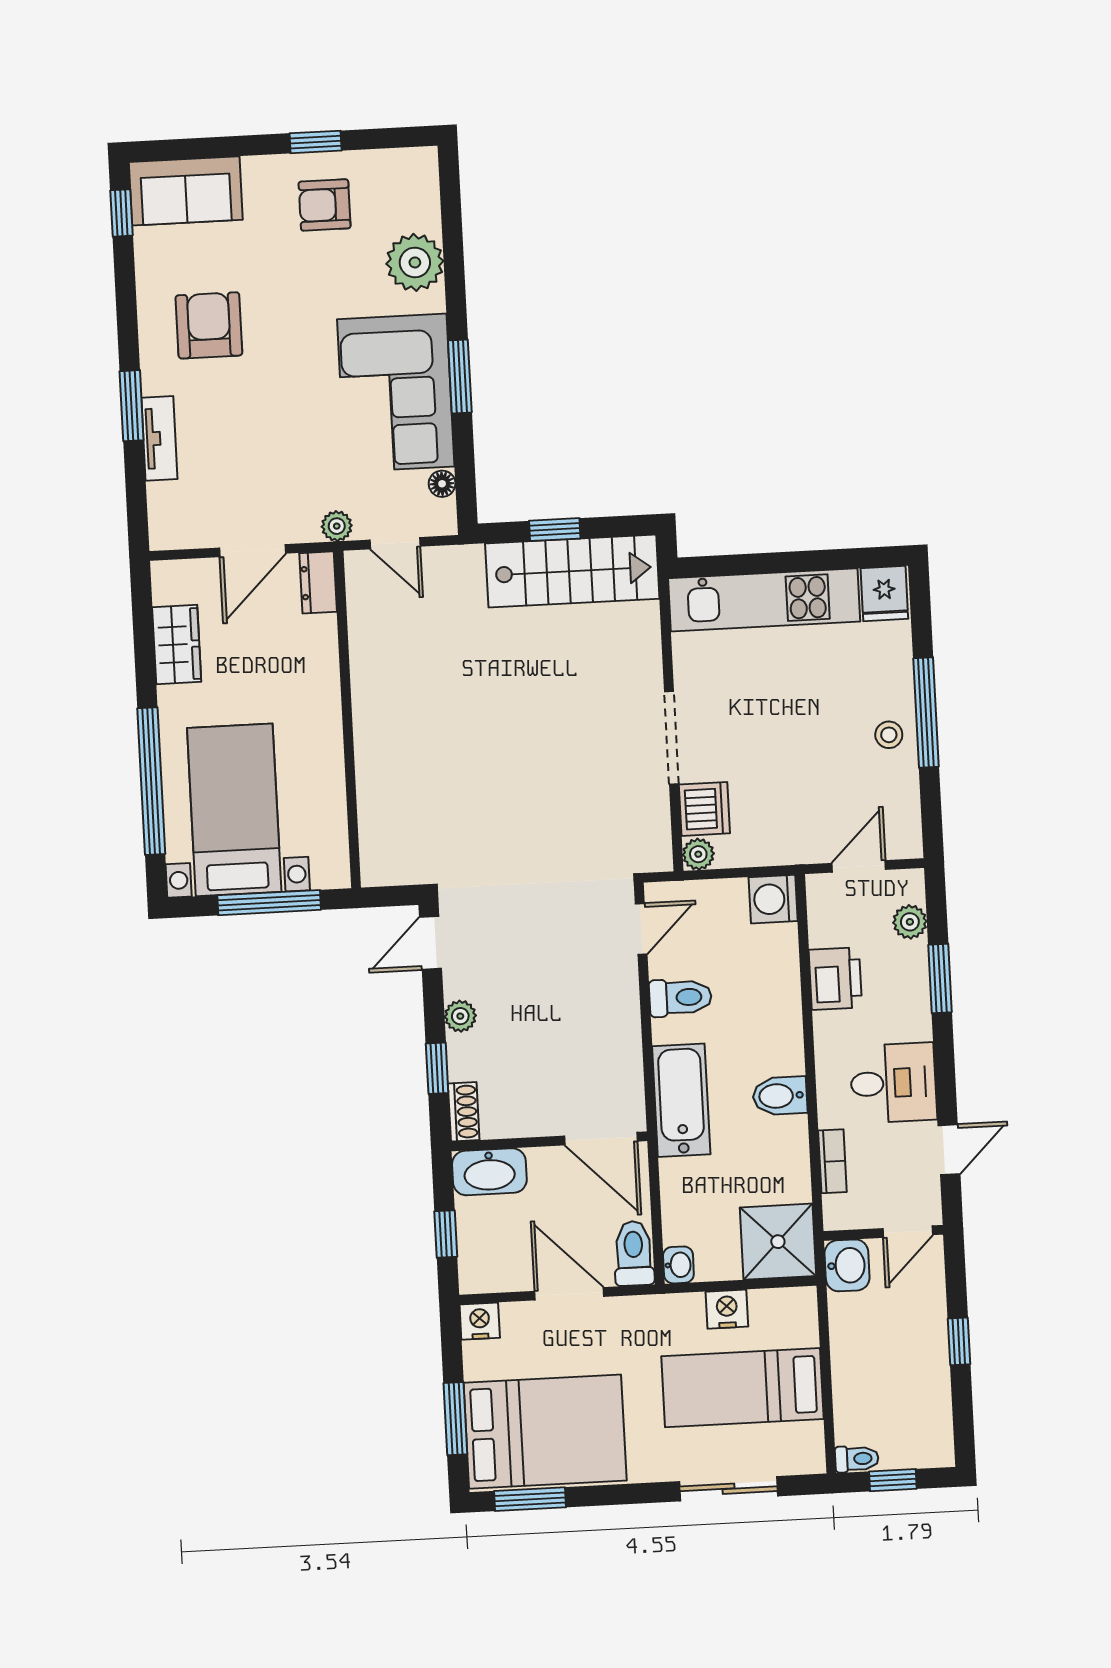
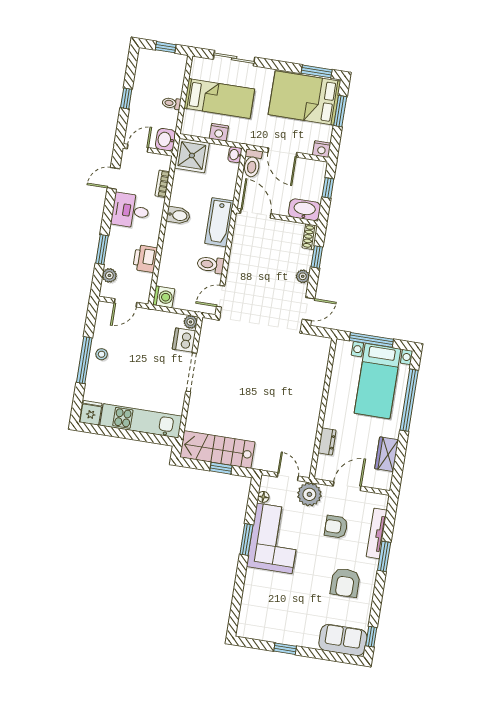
armchair: (325, 205) -> (336, 527), moved, turned 180
plant: (415, 262) -> (255, 590), removed
tv unit: (159, 438) -> (377, 533), width x1.41
plant: (337, 526) -> (309, 494), width x1.87, depth x1.87
dresser: (318, 582) -> (327, 442), moved
toilet: (857, 1459) -> (172, 103), moved

